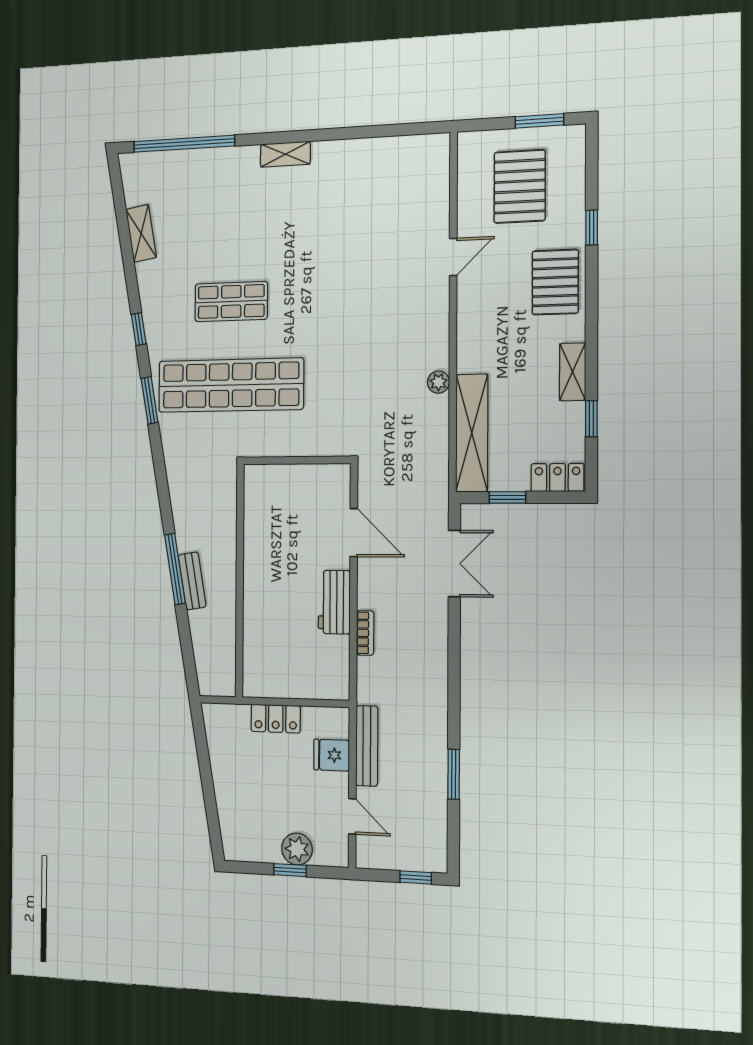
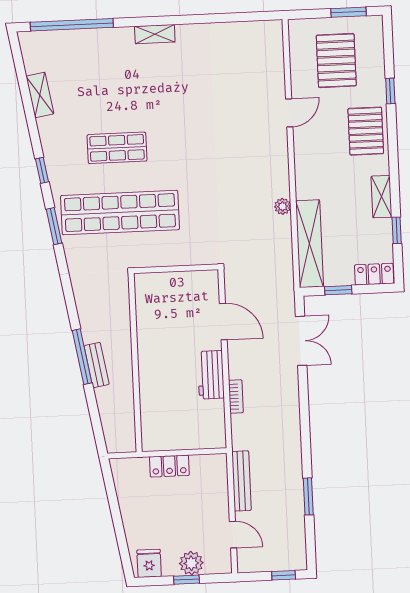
fridge: (332, 755) -> (149, 563), moved, turned 90

